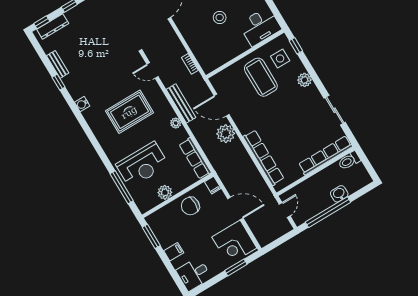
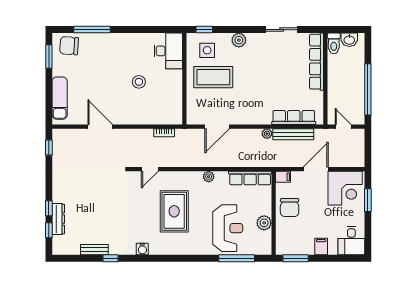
window: (42, 22) -> (49, 230), moved
dresser: (53, 26) -> (58, 219), moved
bench: (181, 103) -> (293, 134), moved
plant: (226, 134) -> (267, 134), moved, width x0.53, depth x0.53
row of seats: (263, 158) -> (294, 118), width x0.73
washbasin: (339, 194) -> (349, 40), moved, turned -90

